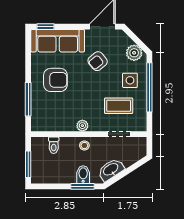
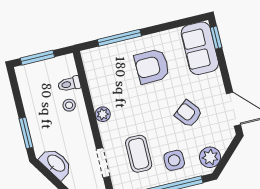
sofa: (58, 41) -> (200, 48), width x0.73
armchair: (55, 80) -> (152, 66), turned 89
stool: (84, 145) -> (69, 105), moved
bidet: (83, 175) -> (41, 130), removed

